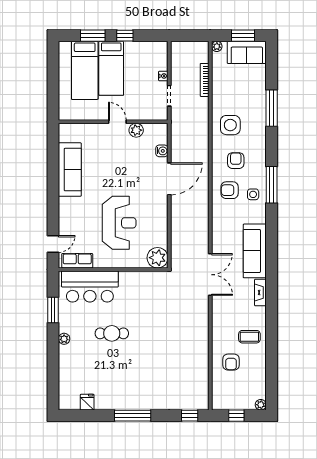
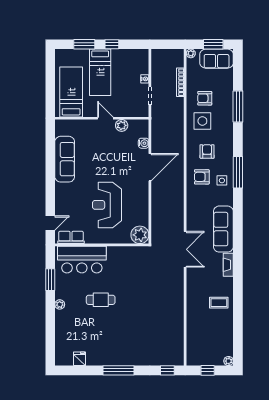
bed: (85, 70) -> (71, 92), moved, turned 180
reception desk: (119, 223) -> (107, 205), turned 180
armchair: (231, 362) -> (205, 98), moved, turned 90

